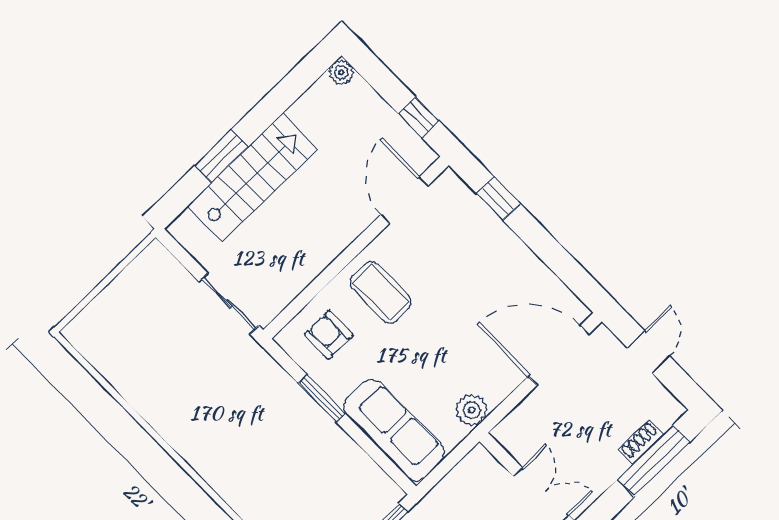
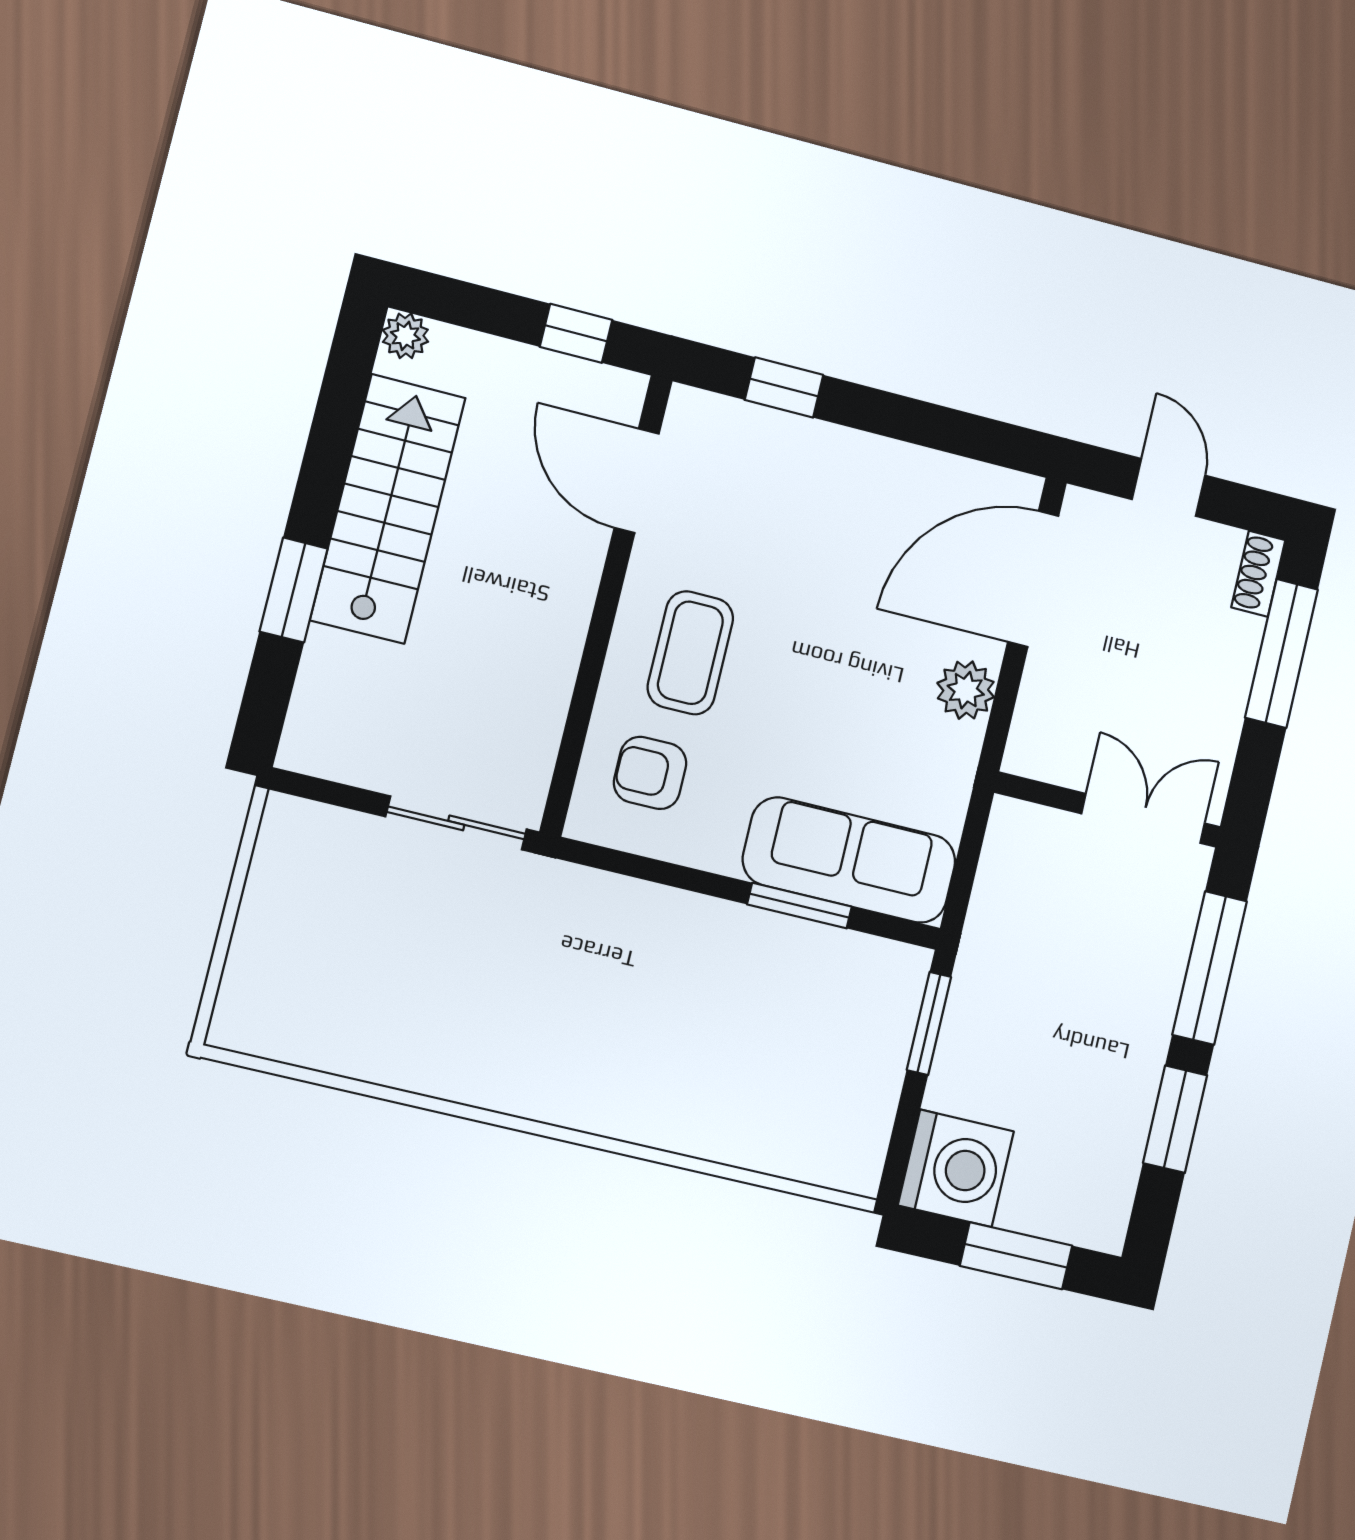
stairs: (252, 178) -> (388, 509), moved
coffee table: (381, 292) -> (690, 653), turned 90
window: (322, 398) -> (799, 906), moved
plant: (472, 410) -> (966, 690), moved
shoe rack: (641, 442) -> (1258, 574), moved

